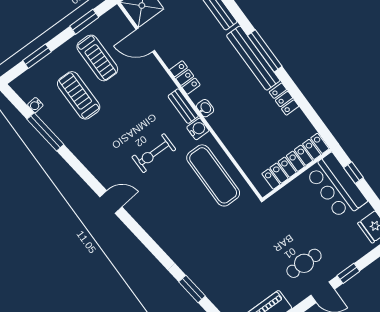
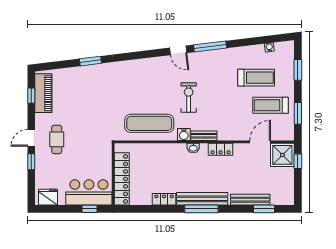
window: (45, 132) -> (210, 46), moved
door: (111, 202) -> (178, 50), hinge flipped

